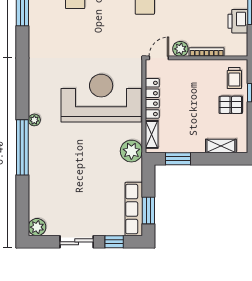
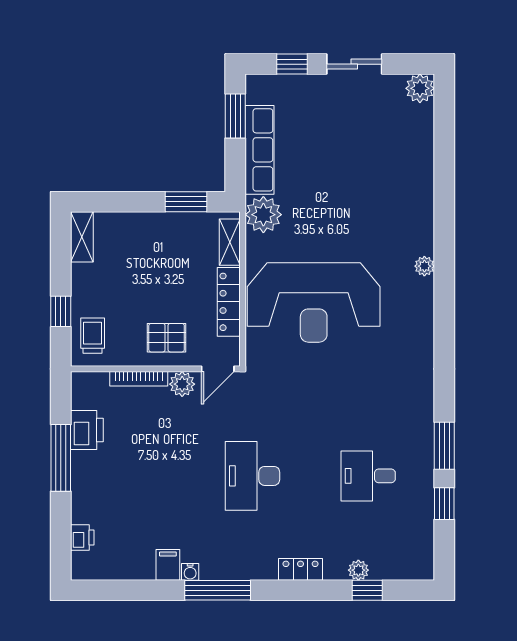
pallet: (231, 105) -> (167, 338), moved
shelving: (221, 146) -> (82, 237), moved, turned 90
window: (22, 147) -> (444, 221), removed
row of seats: (134, 209) -> (259, 150), moved

